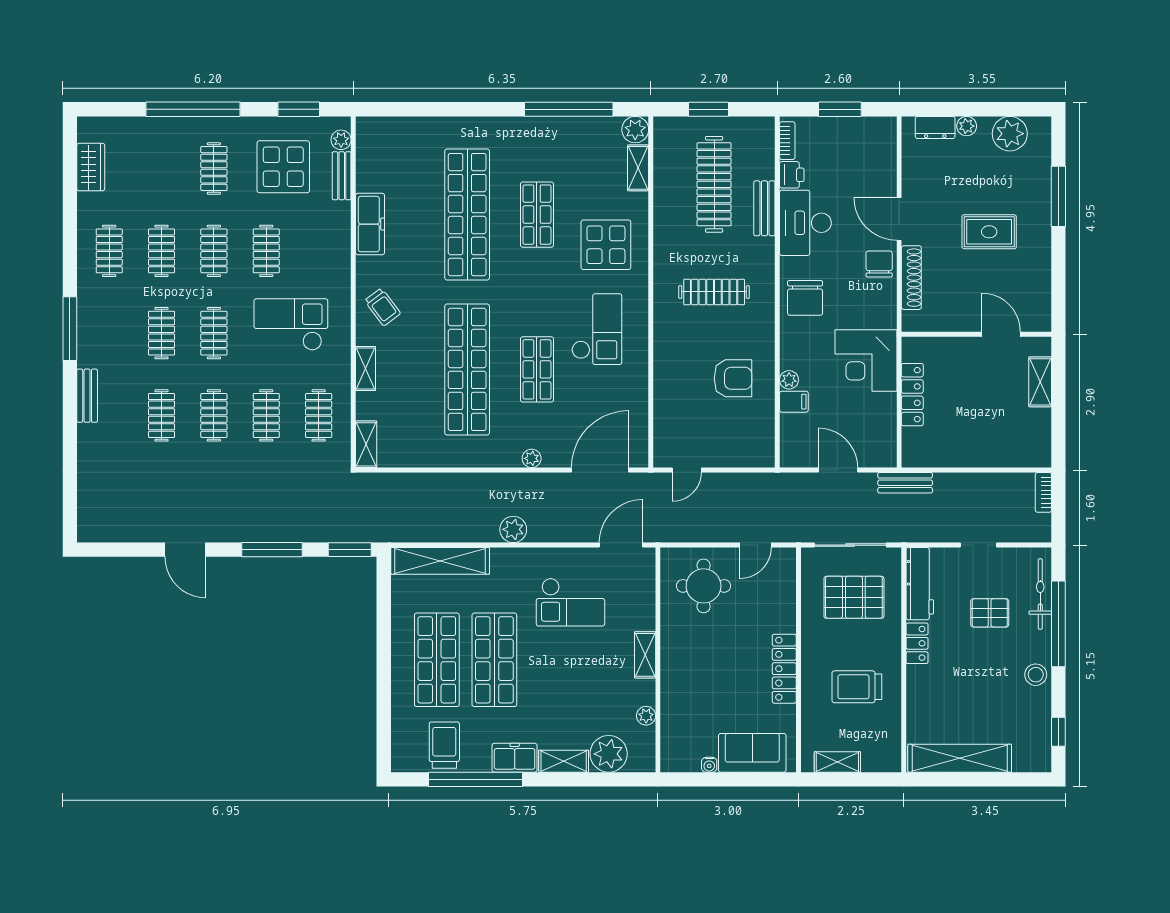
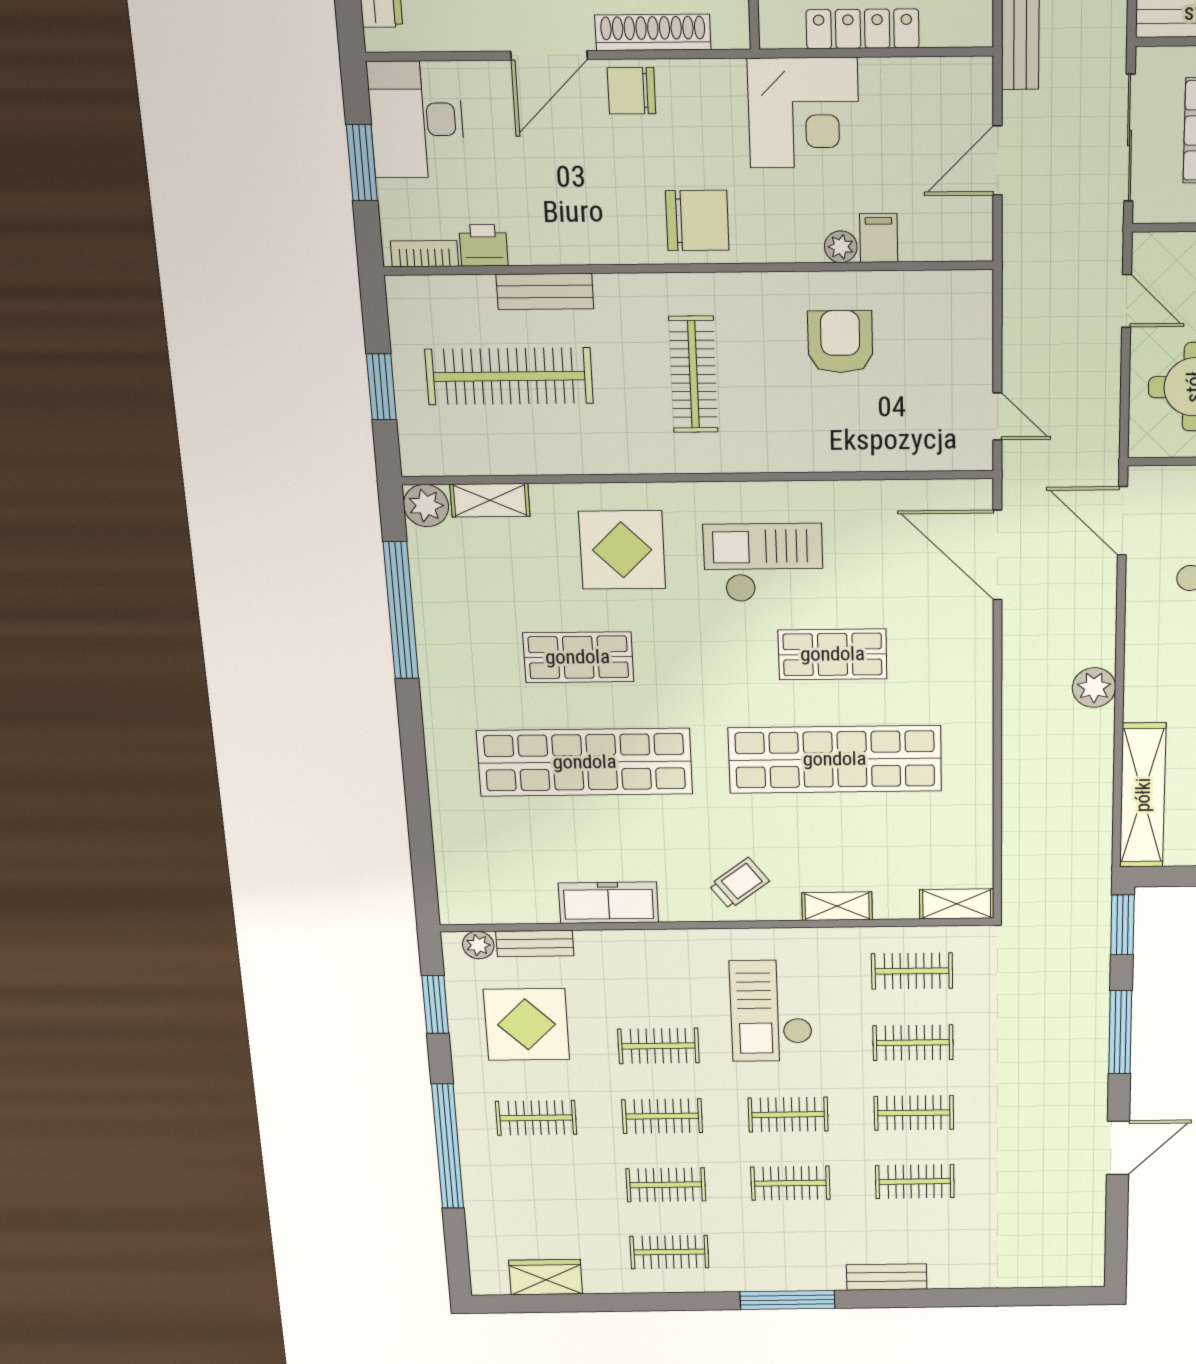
desk: (805, 223) -> (416, 120), moved, turned 90
plant: (532, 458) -> (978, 661), removed

